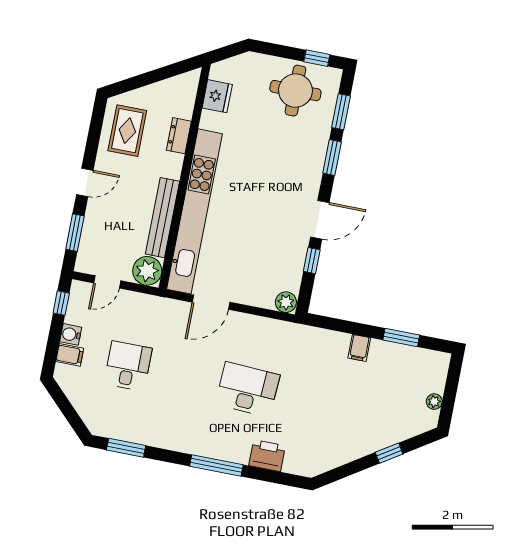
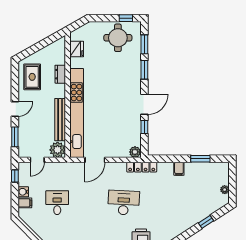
locker: (293, 332) -> (142, 167), added

